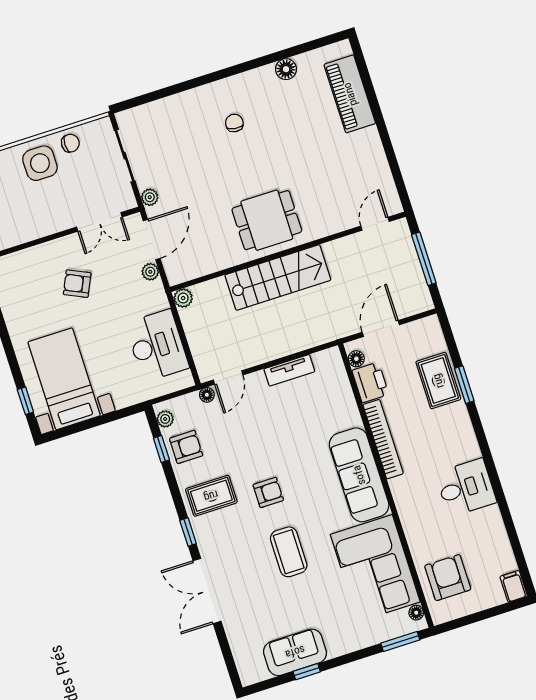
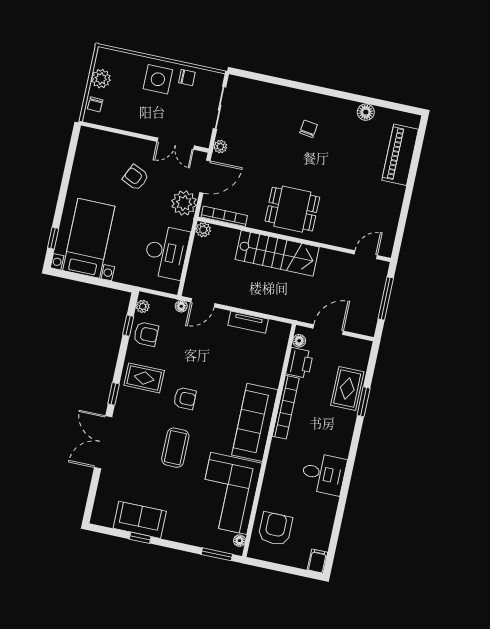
bookcase: (197, 270) -> (224, 216), added
plant: (150, 272) -> (184, 203), width x1.88, depth x1.88

